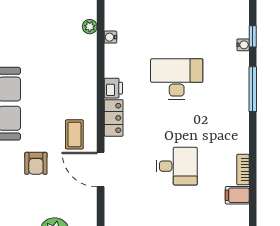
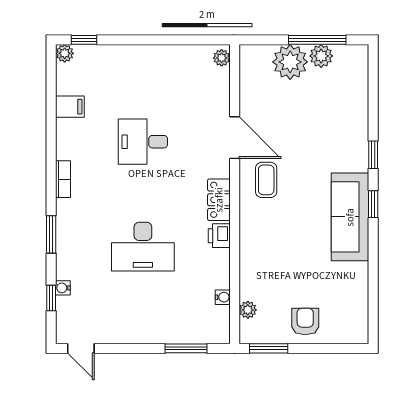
window: (253, 89) -> (51, 234), width x0.69
armchair: (36, 163) -> (305, 321), moved
bookcase: (243, 170) -> (63, 179), moved

